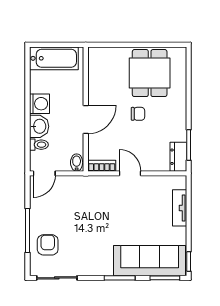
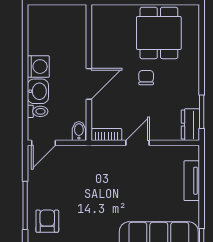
bathtub: (54, 58) -> (54, 17), removed
chair: (138, 114) -> (146, 78), turned -90
door: (130, 173) -> (137, 143), hinge flipped

